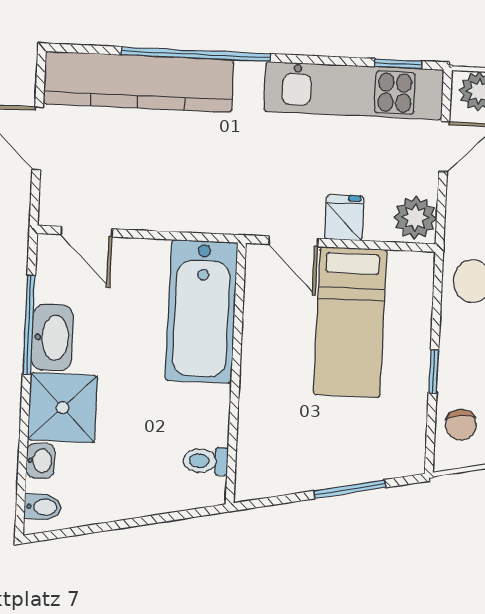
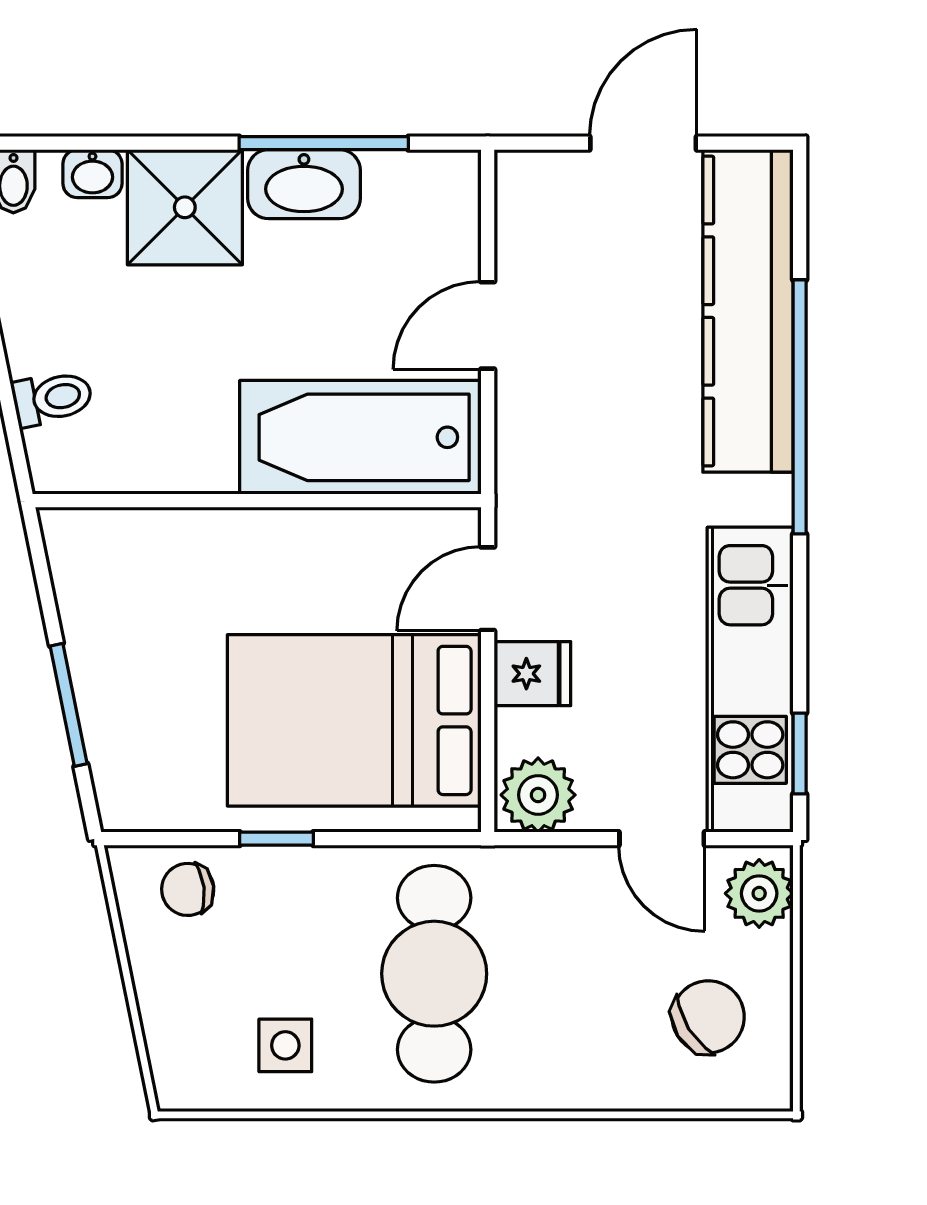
door: (87, 232) -> (488, 325), moved
bed: (350, 322) -> (354, 720), width x1.50
toilet: (205, 461) -> (52, 398), moved, turned 79

